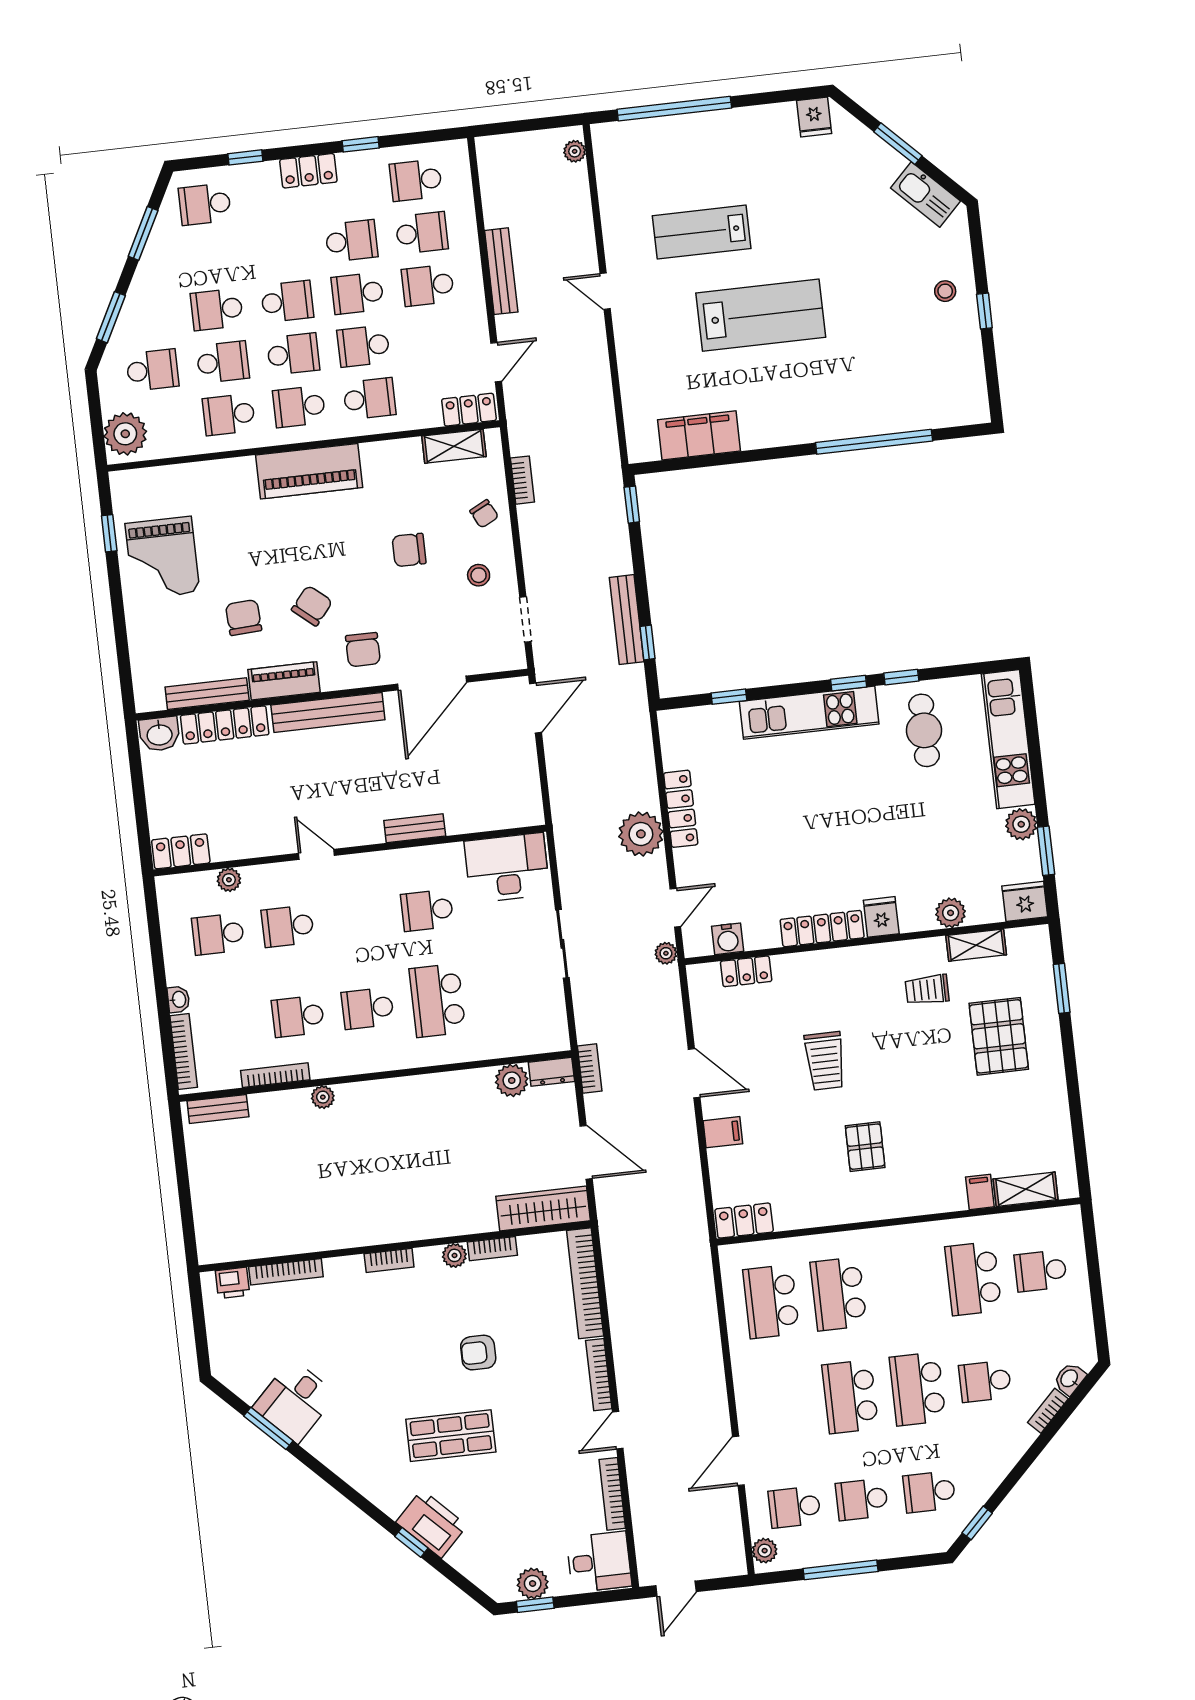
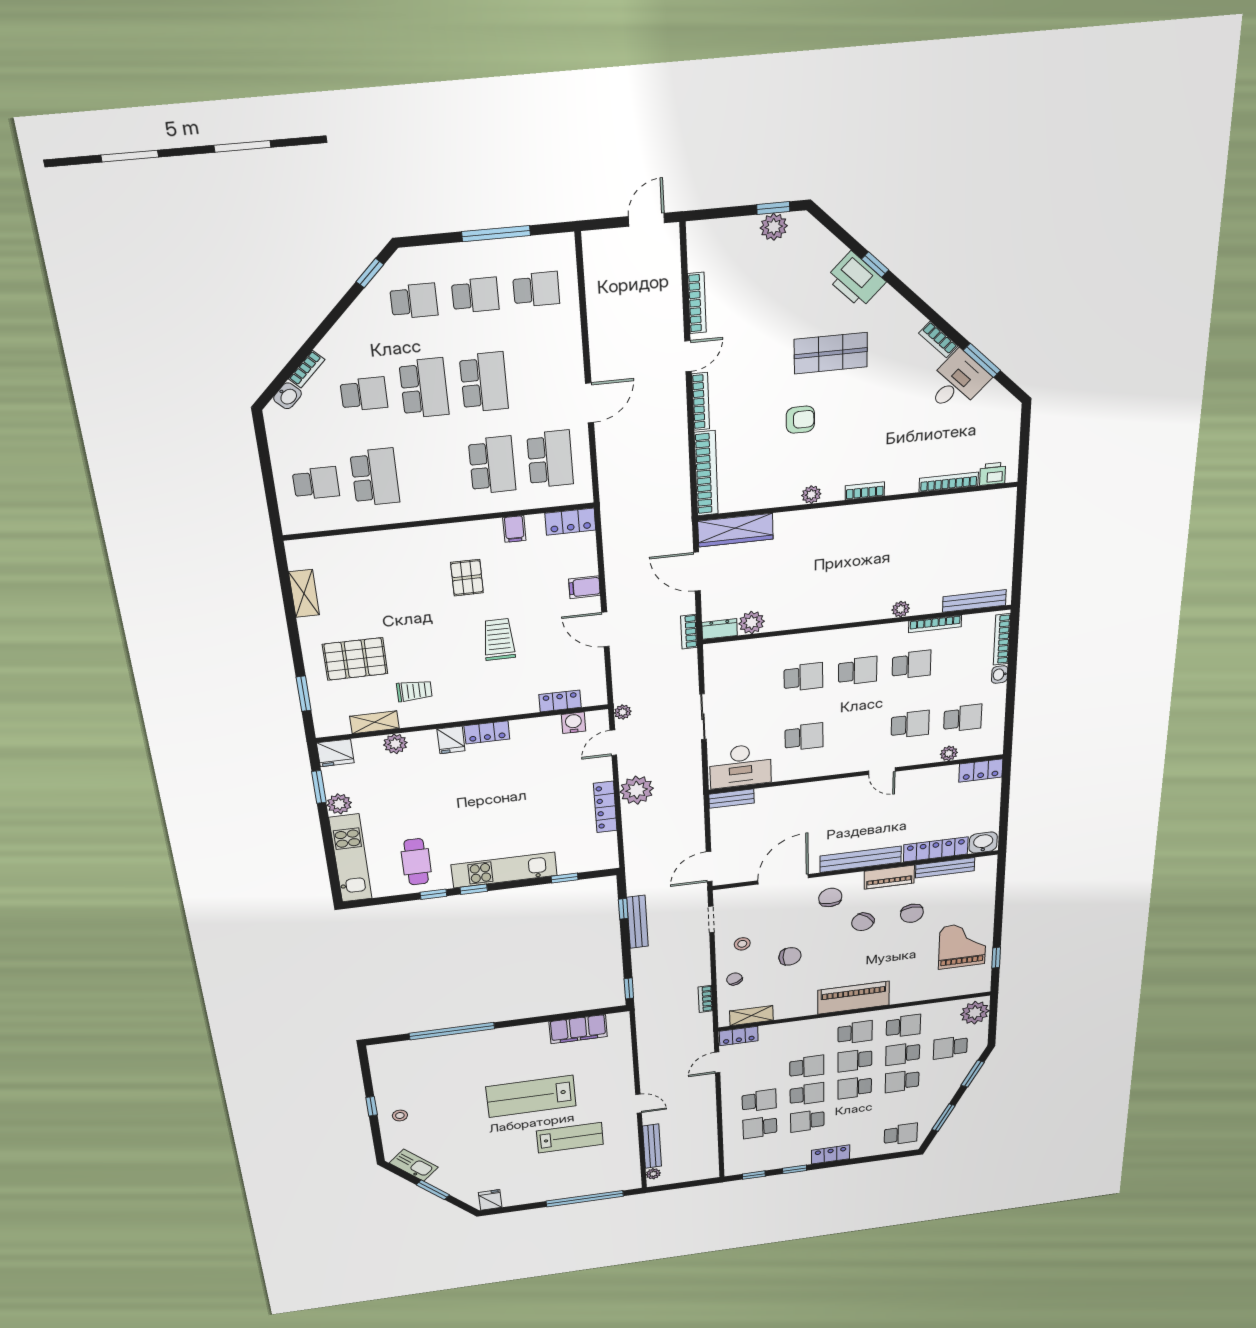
window: (245, 157) -> (754, 1175), moved
school desk: (416, 180) -> (761, 1154), removed
bench: (501, 271) -> (652, 1146), moved
school desk: (217, 309) -> (902, 1081), turned 180
school desk: (369, 399) -> (806, 1039), removed
bench: (415, 828) -> (732, 799), moved
locker: (822, 929) -> (487, 732), width x0.66
school desk: (437, 1000) -> (803, 677), width x0.54
pallet: (999, 1036) -> (355, 659), turned 90
bench: (218, 1109) -> (974, 601), width x1.36
shelving: (1026, 1189) -> (304, 593), moved, turned 90
filing cabinet: (980, 1192) -> (514, 529), moved
bookcase: (492, 1249) -> (938, 339), moved, turned -135
door: (738, 1461) -> (590, 403), moved
plant: (765, 1551) -> (565, 252), removed
desk: (599, 1562) -> (713, 245), removed

